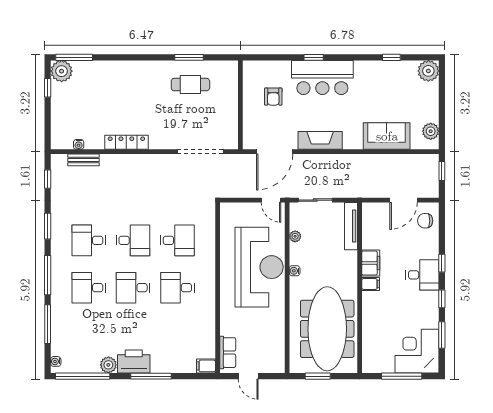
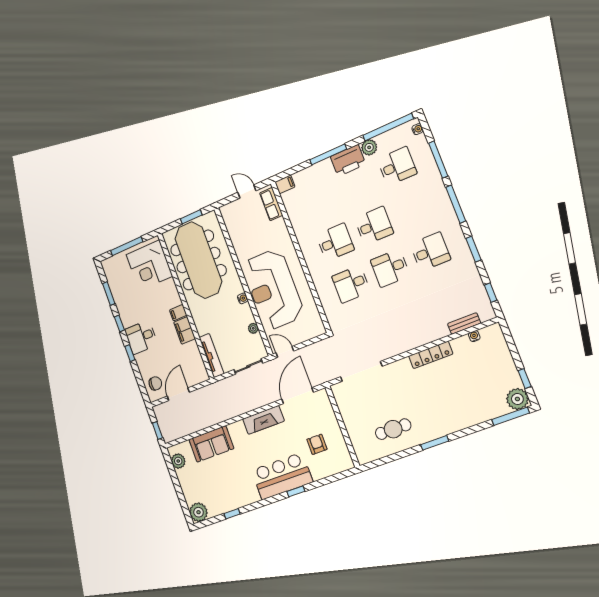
window: (189, 57) -> (435, 443), moved
desk: (89, 288) -> (397, 166), moved
corner desk: (417, 351) -> (149, 265), moved, turned 90

